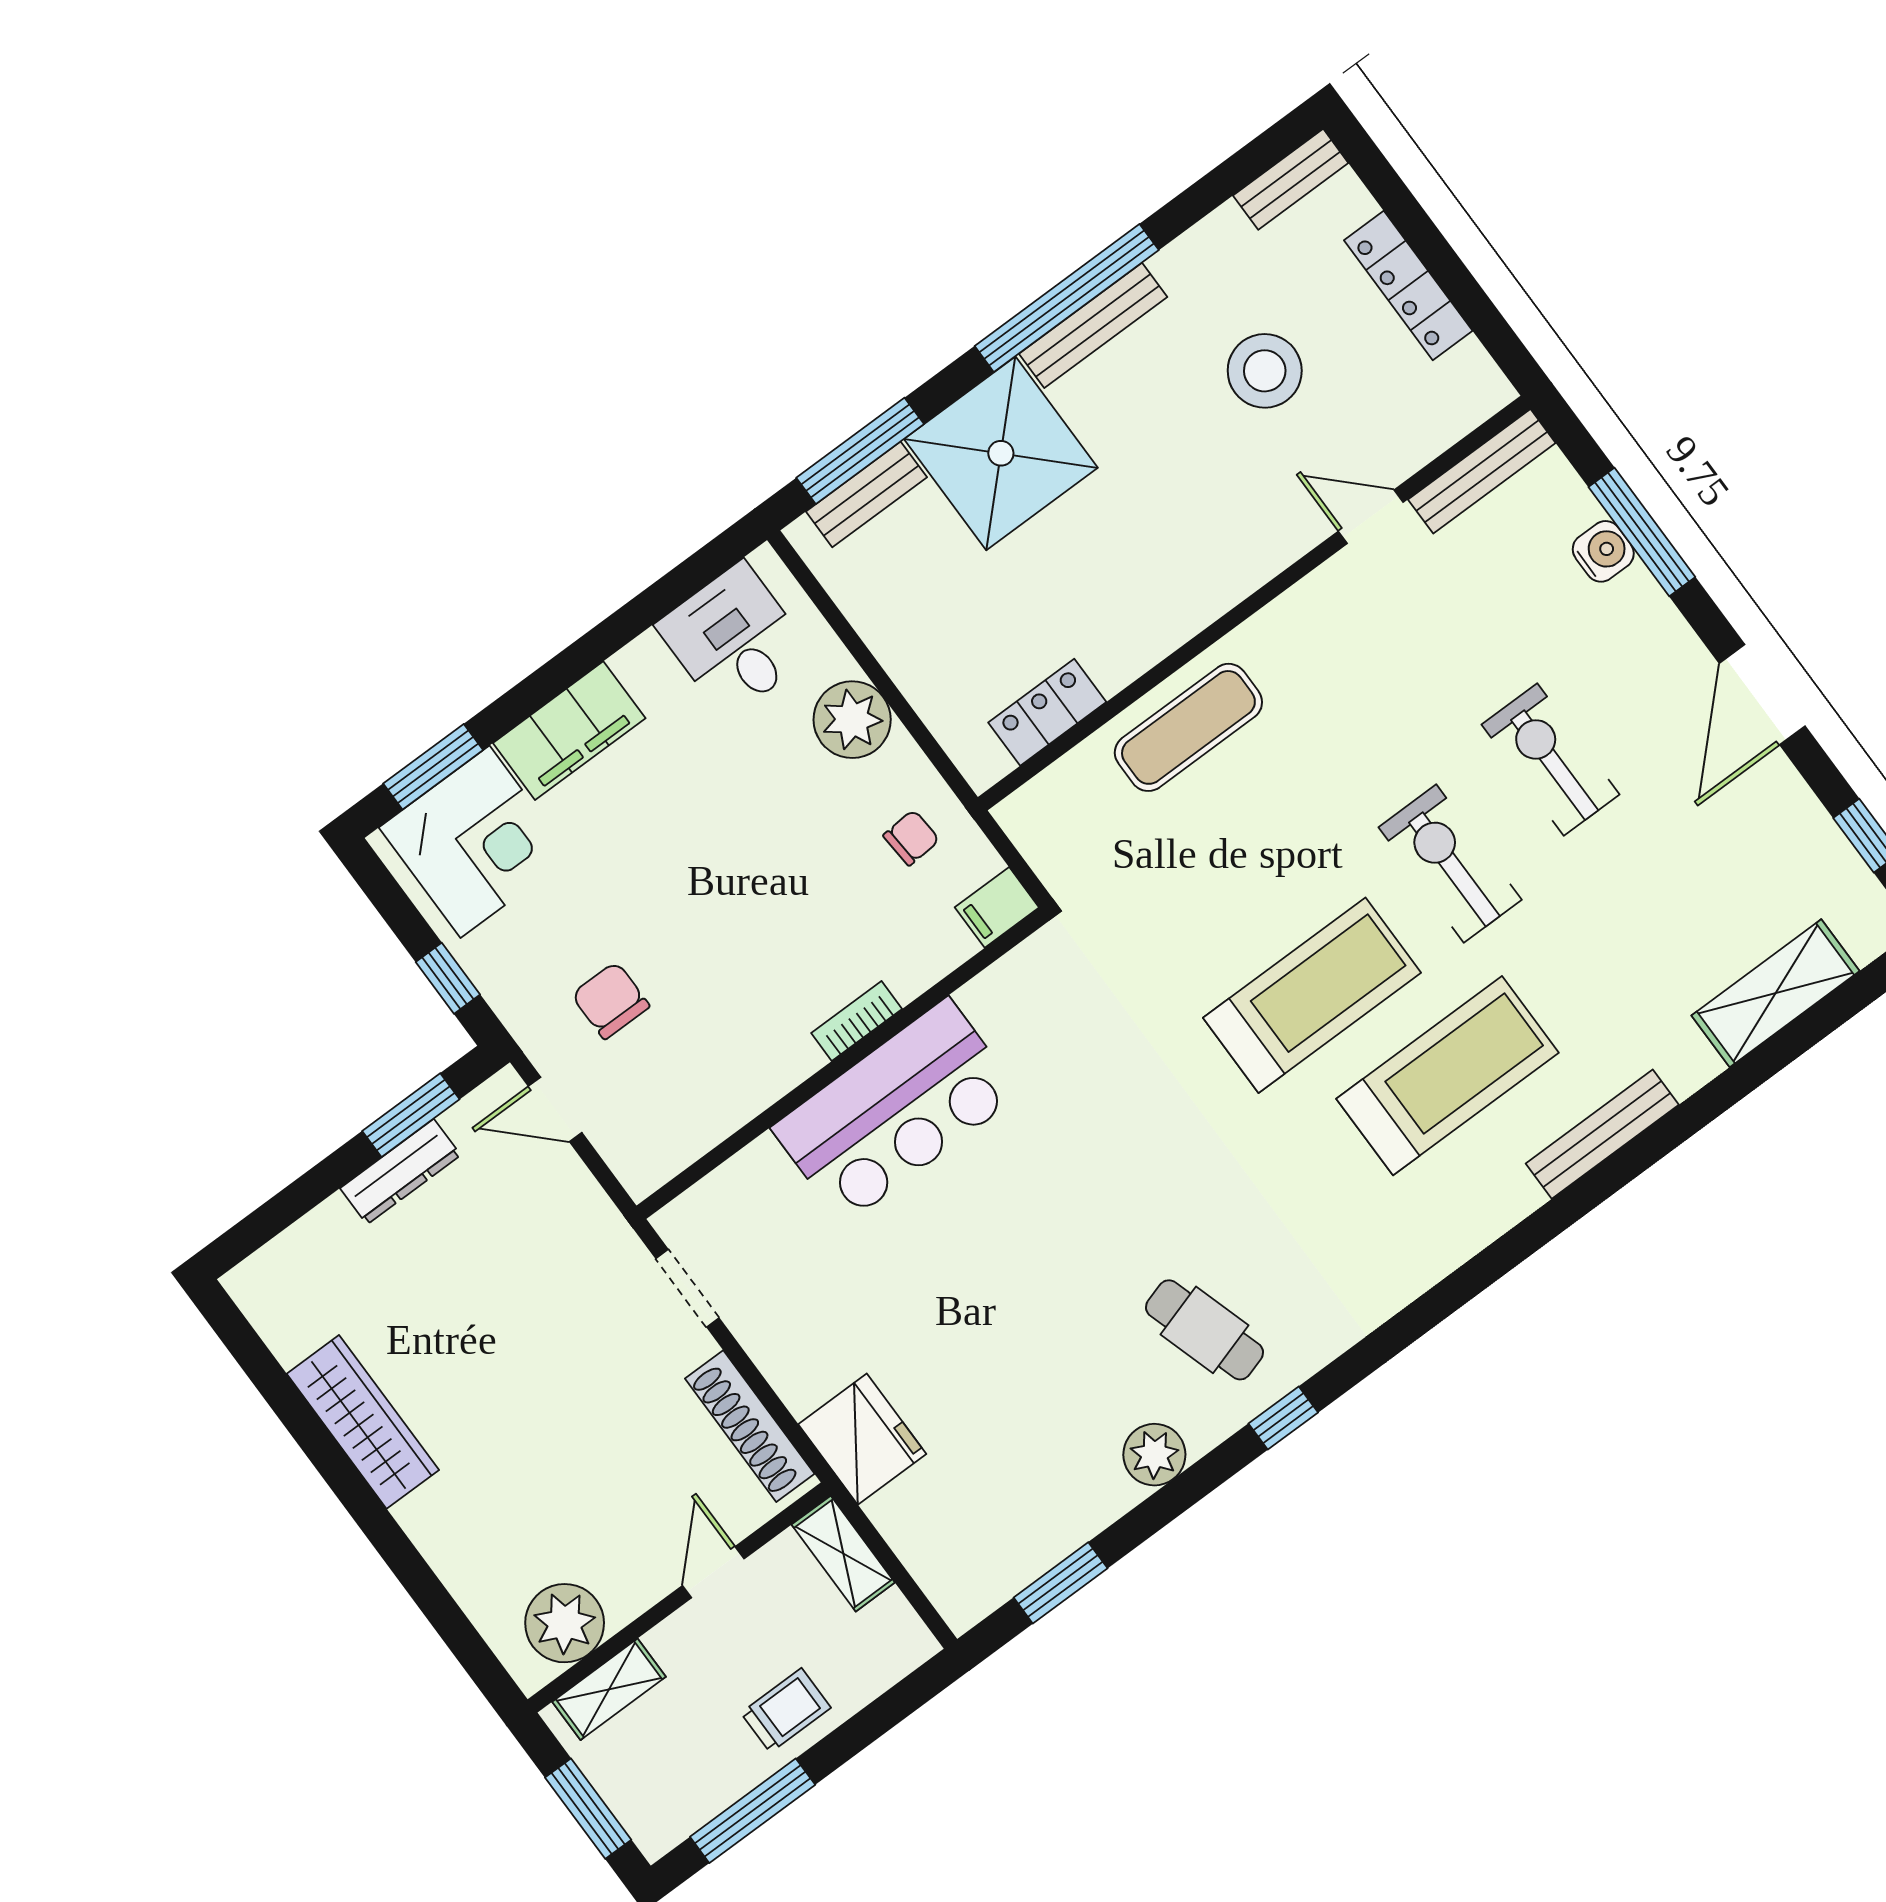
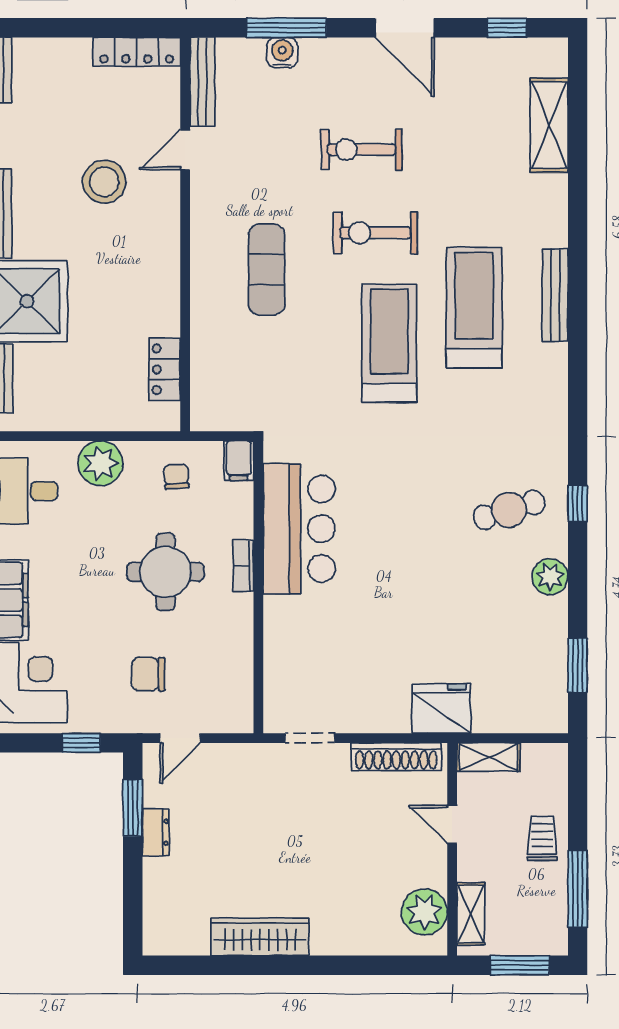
locker: (1408, 286) -> (137, 52), moved
stool: (1265, 371) -> (104, 182), moved
exercise mat: (1188, 727) -> (267, 269), moved
round table: (769, 920) -> (165, 572), added
bar counter: (896, 1111) -> (299, 529), moved
bench: (1602, 1134) -> (555, 295), moved
dresser: (400, 1172) -> (156, 832), width x0.70

